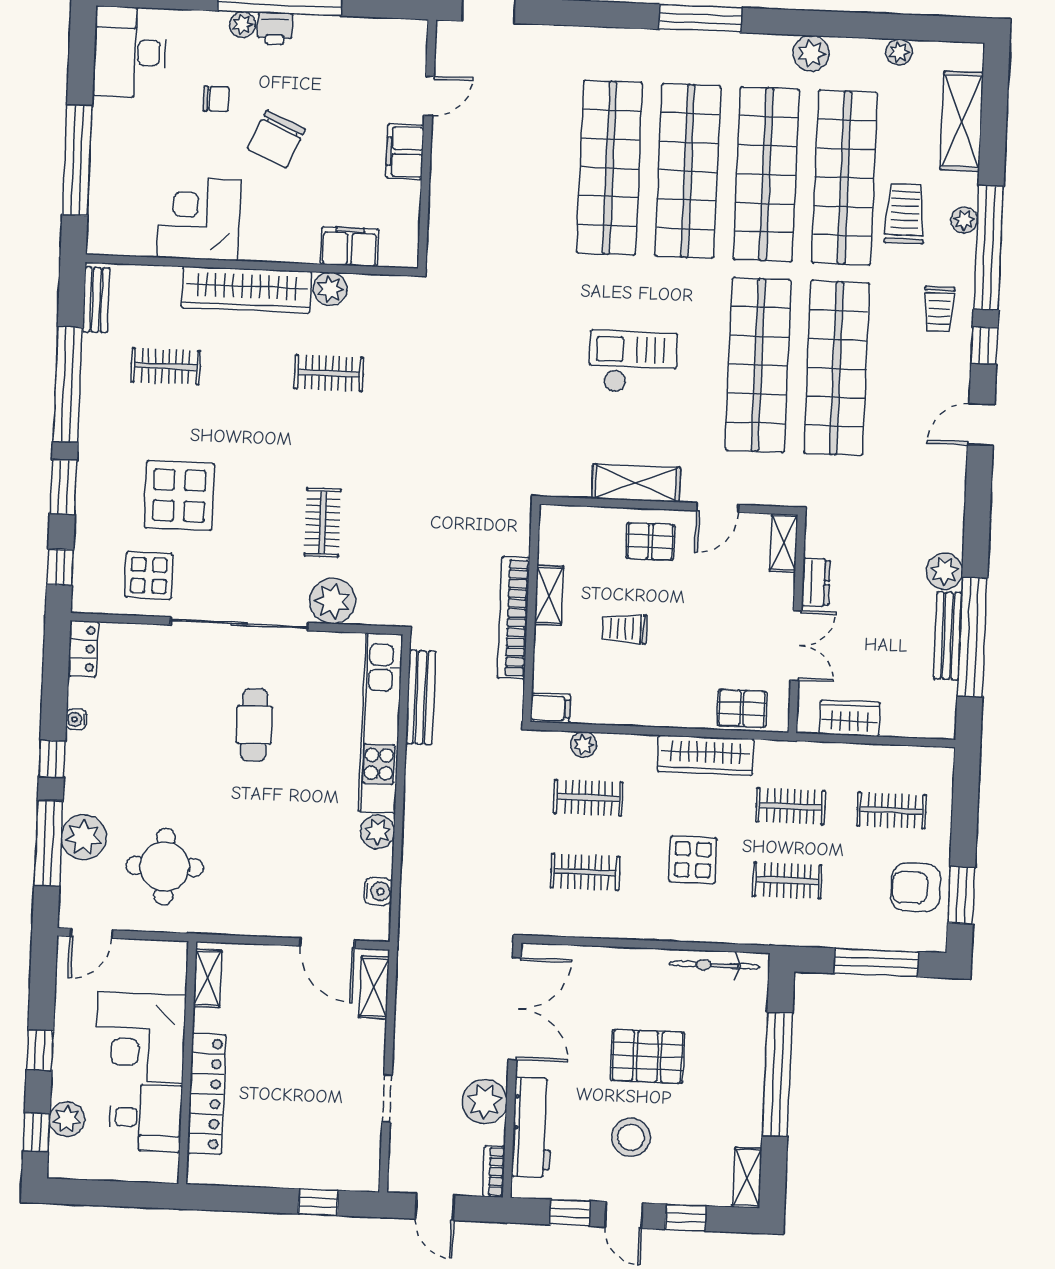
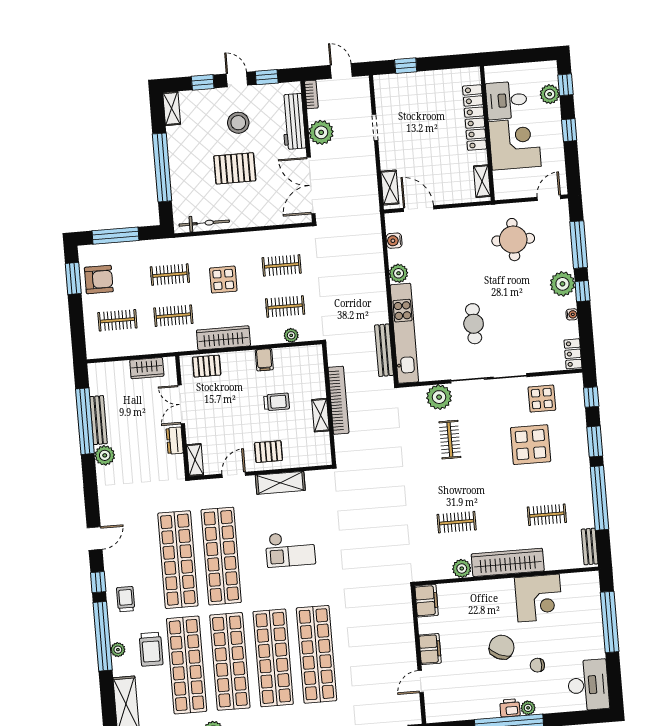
filing cabinet: (350, 247) -> (427, 601), moved, turned -90
filing cabinet: (550, 708) -> (264, 360), moved, turned -90
plant: (84, 837) -> (562, 284), moved

